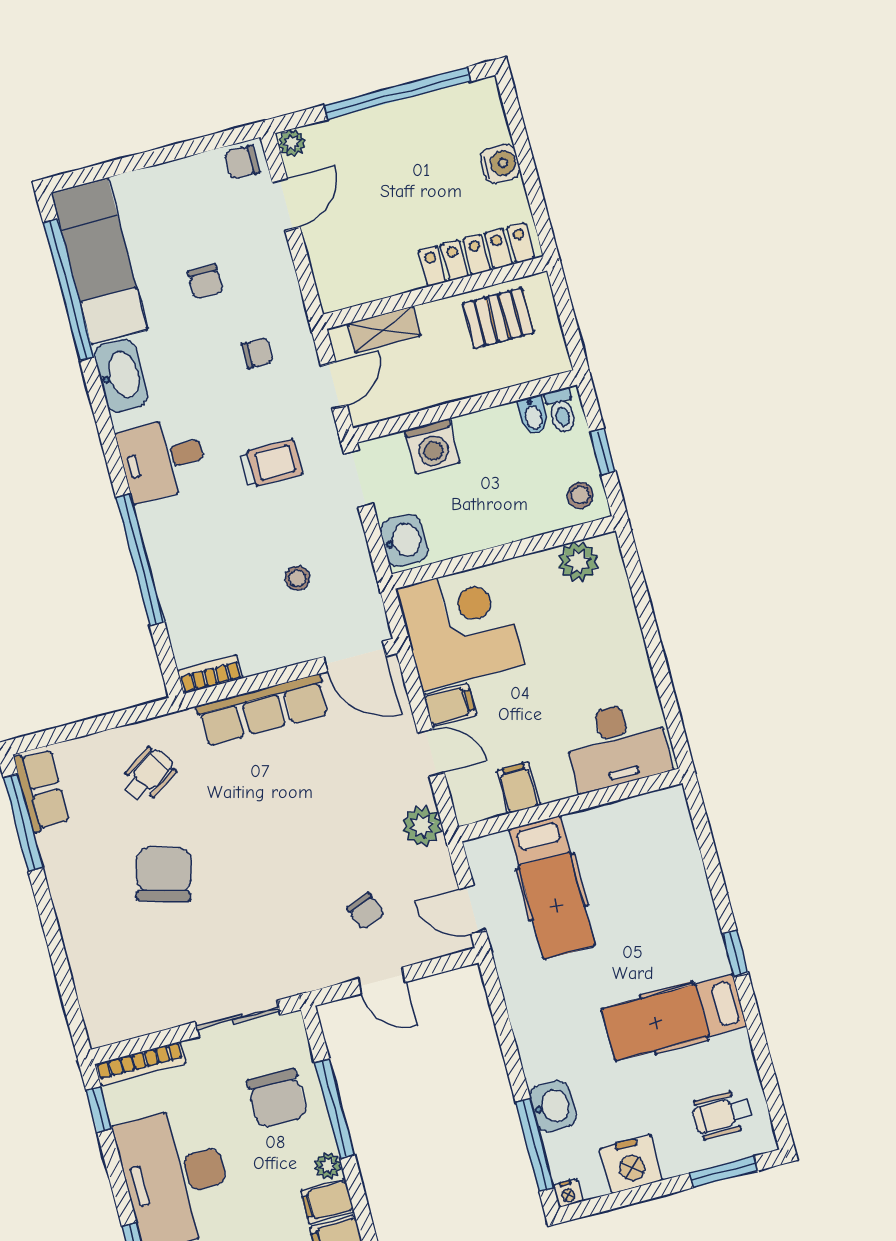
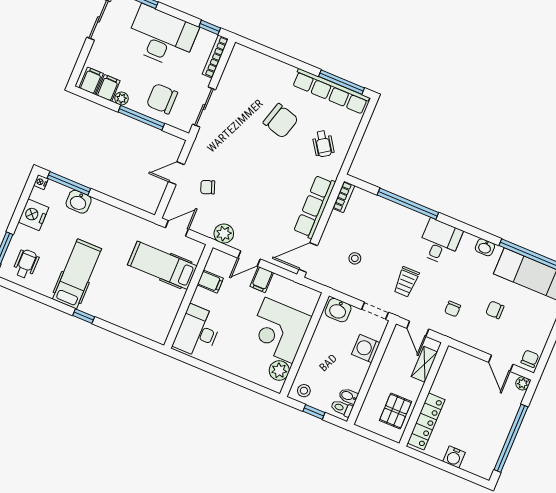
washbasin: (121, 376) -> (485, 247), width x0.52, depth x0.69
corner desk: (460, 627) -> (279, 330), moved, turned 90
row of seats: (42, 790) -> (331, 91), width x2.02

